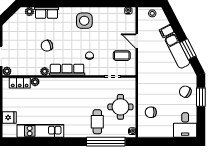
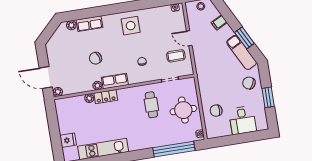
exam couch: (177, 51) -> (242, 52), moved
row of seats: (67, 70) -> (115, 81), width x0.68
locker: (20, 83) -> (106, 97), moved
window: (201, 97) -> (268, 97), moved
cafe table: (97, 122) -> (151, 105), moved
desk: (185, 125) -> (242, 120), moved

